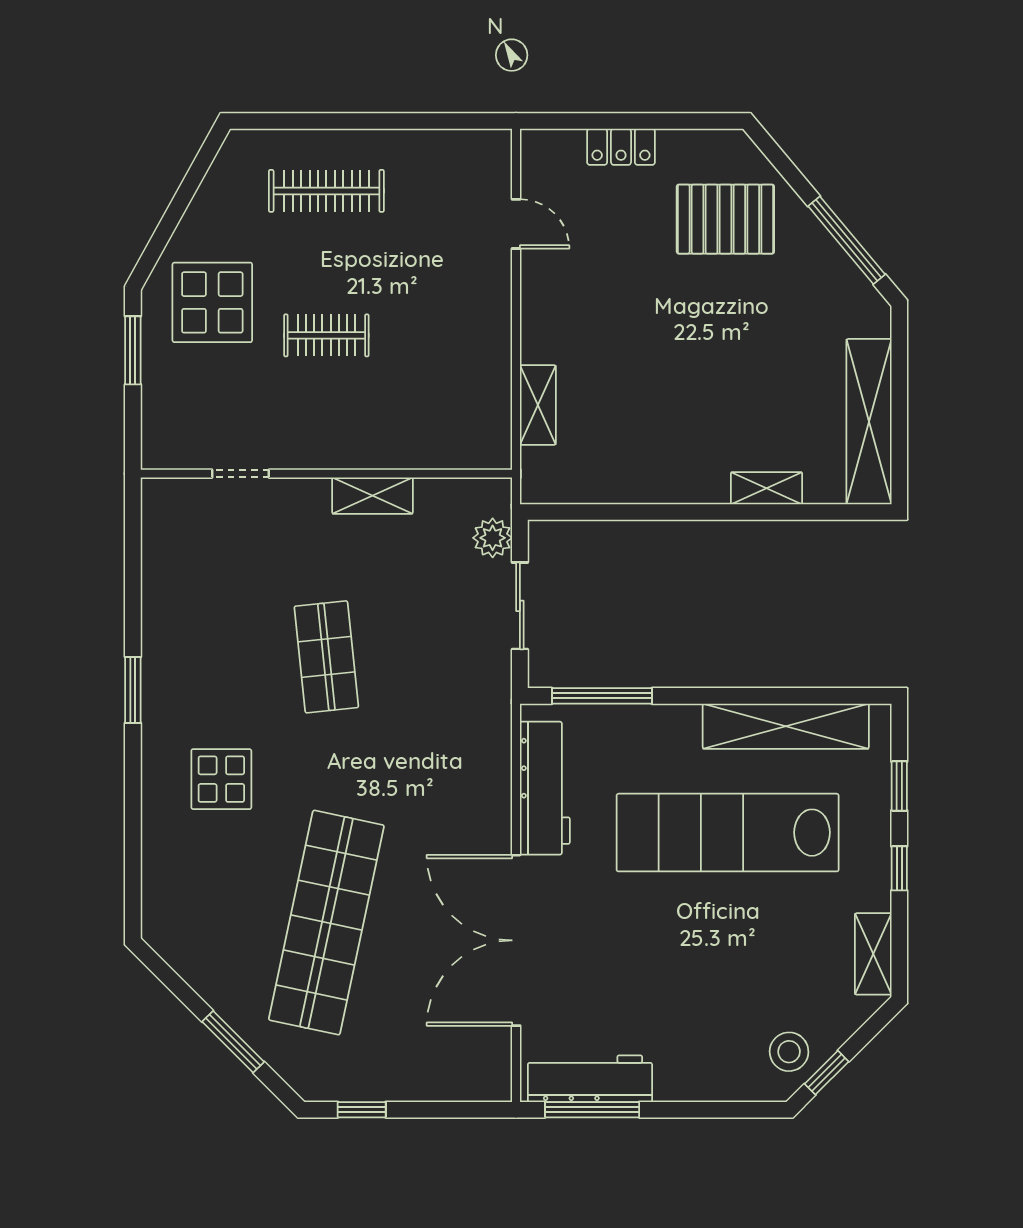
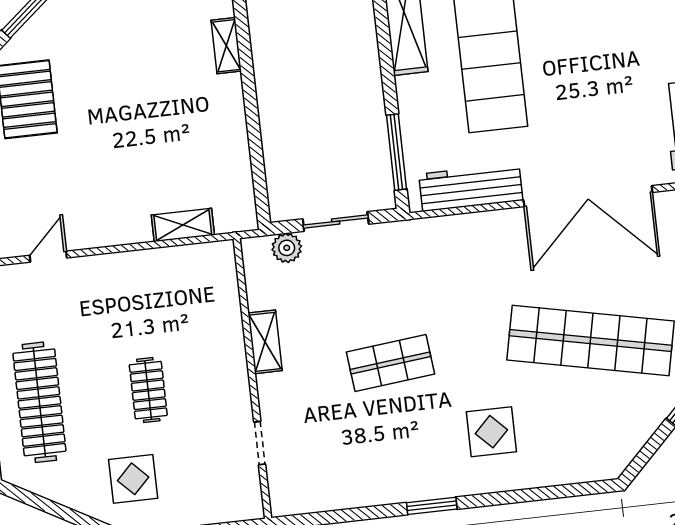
clothes rail: (326, 191) -> (39, 402), width x1.37, depth x1.31
display table: (212, 302) -> (133, 479), width x0.73, depth x0.73

